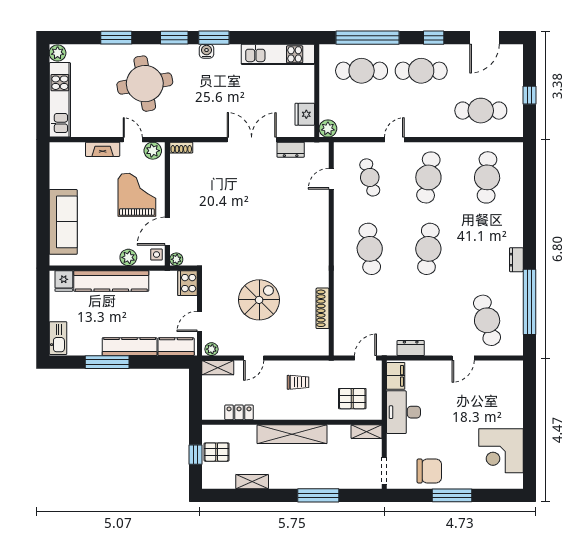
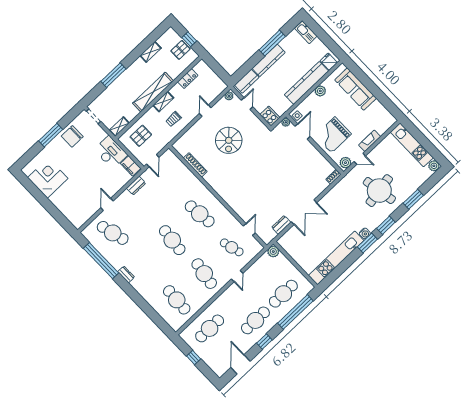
kitchen unit: (278, 54) -> (336, 258), width x1.36
fridge: (305, 114) -> (290, 248), removed
grand piano: (137, 195) -> (333, 135), turned 90
plant: (128, 257) -> (320, 91), moved
shelving: (218, 368) -> (163, 102), moved

